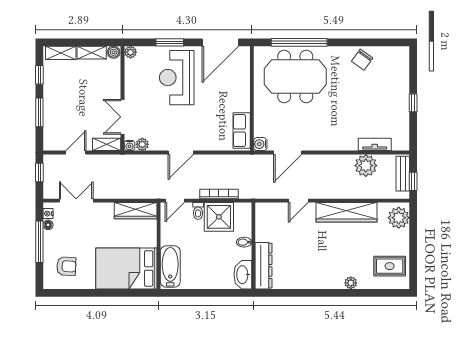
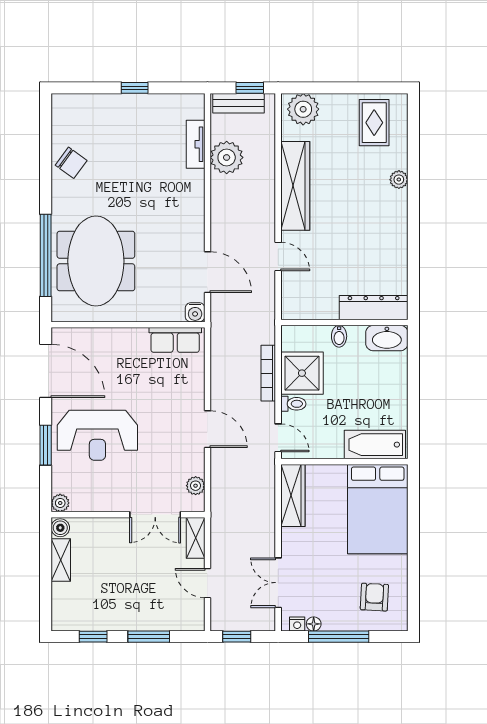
shelving: (61, 53) -> (61, 605), removed
water cooler: (130, 146) -> (197, 504), removed

